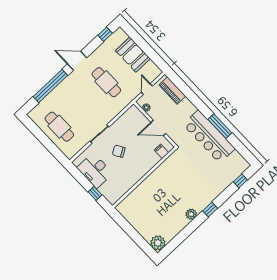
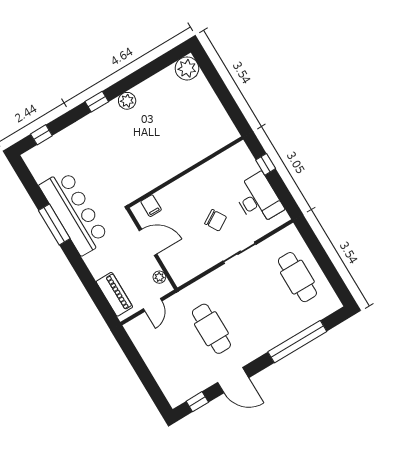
booth: (133, 55) -> (162, 362), removed
door: (77, 61) -> (233, 380), moved

